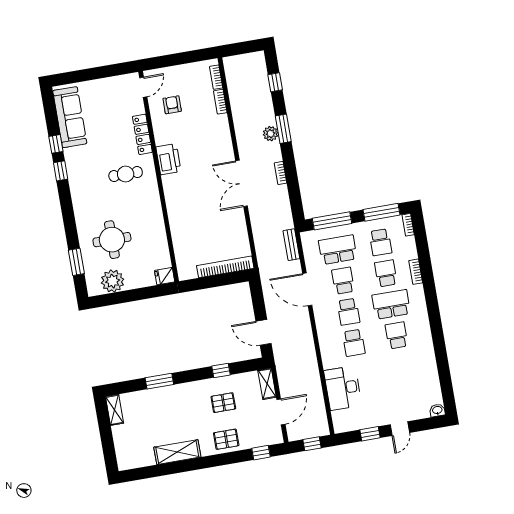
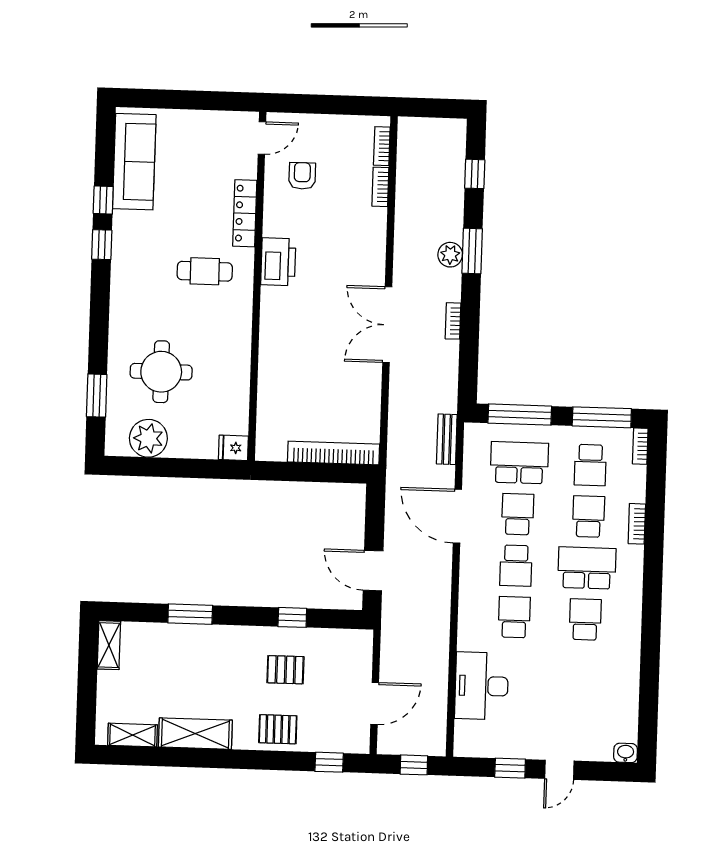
school desk: (354, 343) -> (514, 617), turned 180
shelving: (267, 384) -> (132, 735), moved, turned 90

